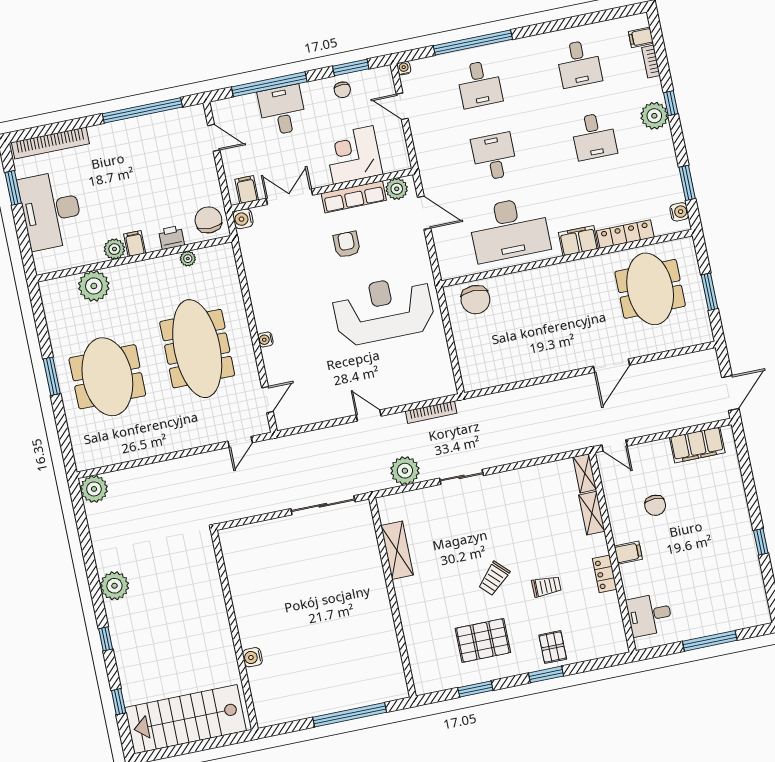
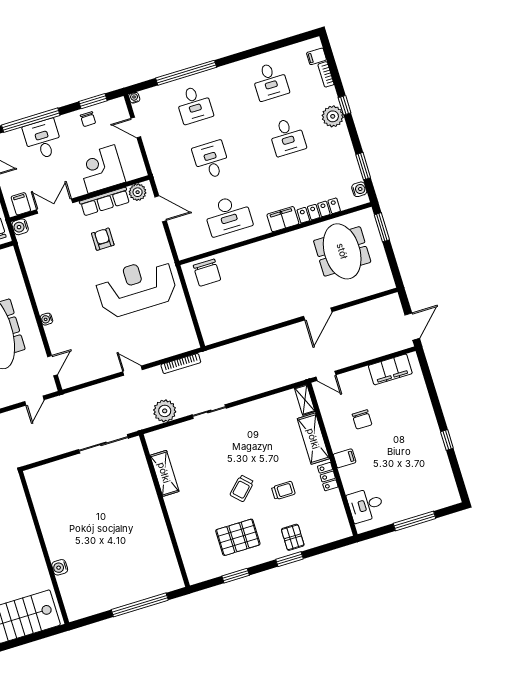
desk: (509, 229) -> (228, 215), width x0.73, depth x0.77
window: (709, 292) -> (382, 227), moved
shelving: (592, 513) -> (313, 439), width x1.50, depth x1.33

